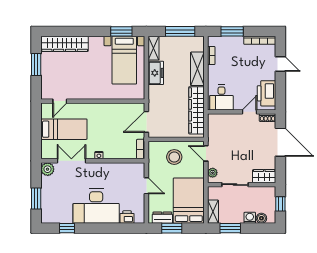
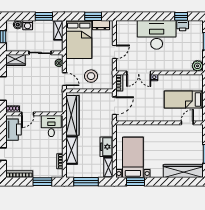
double door: (71, 161) -> (139, 73), moved
door: (146, 186) -> (114, 52), swing flipped
printer: (127, 217) -> (183, 26), moved

